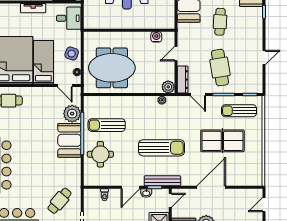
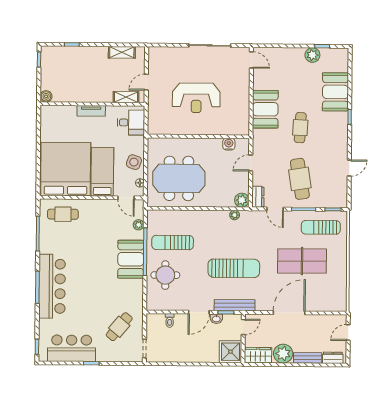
dresser: (183, 80) -> (258, 197), width x0.70
plant: (72, 114) -> (139, 225), width x0.53, depth x0.53

